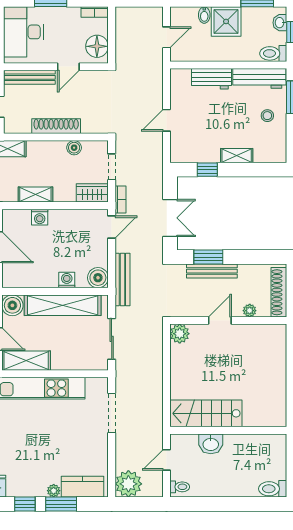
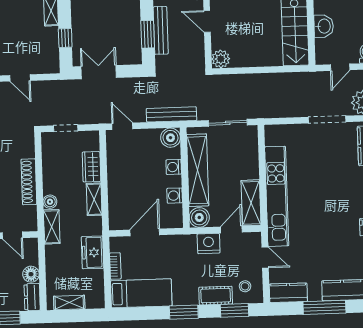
boiler: (74, 148) -> (50, 202), moved
wardrobe: (92, 193) -> (92, 167), moved
bookcase: (121, 200) -> (96, 119), removed
washing machine: (40, 217) -> (175, 196), moved, turned 180
double door: (170, 218) -> (99, 72), moved
doorway: (112, 413) -> (327, 120), moved
door: (167, 460) -> (340, 67), hinge flipped

